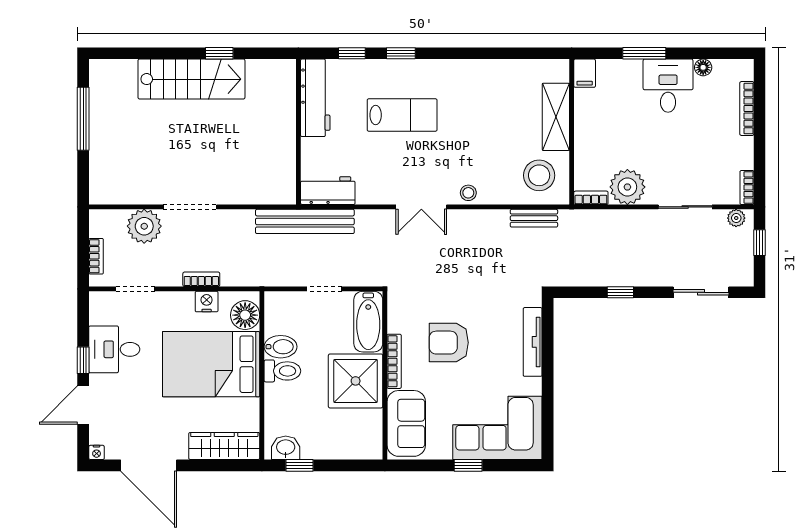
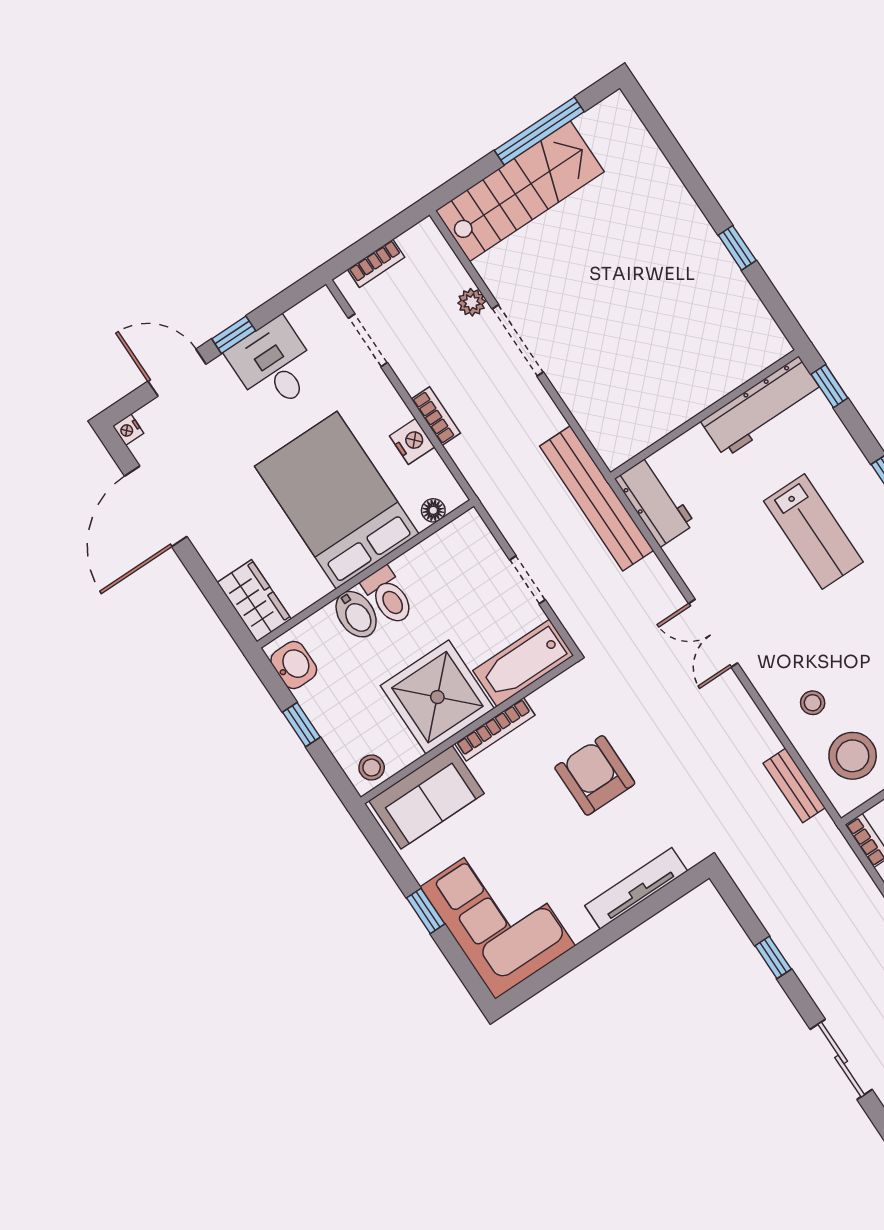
window: (352, 53) -> (829, 386), moved
stairs: (191, 79) -> (520, 191), moved, turned -90
stool: (468, 193) -> (813, 703), moved
plant: (144, 226) -> (472, 302), width x0.53, depth x0.53
floor lamp: (245, 315) -> (433, 510), width x0.53, depth x0.53
armchair: (449, 343) -> (595, 775), moved
bidet: (281, 347) -> (356, 614), moved
stool: (370, 443) -> (372, 768), added
wardrobe: (224, 446) -> (254, 601), width x0.67
window: (299, 465) -> (301, 725), moved

